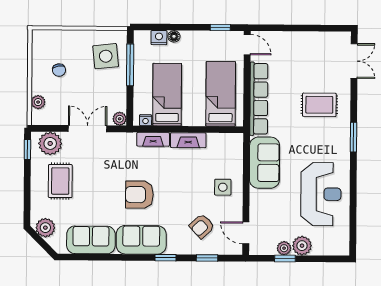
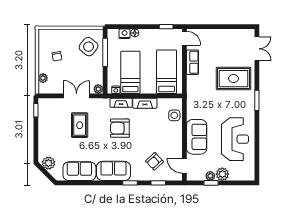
side table: (106, 56) -> (89, 47), turned 45
row of seats: (259, 99) -> (192, 62), width x0.50
rug: (319, 105) -> (234, 79), width x1.36, depth x1.43
plant: (50, 143) -> (51, 106), removed
sofa: (265, 163) -> (197, 137), moved
rug: (60, 181) -> (80, 125), moved
side table: (223, 187) -> (174, 115), moved
armchair: (139, 195) -> (120, 128), moved

